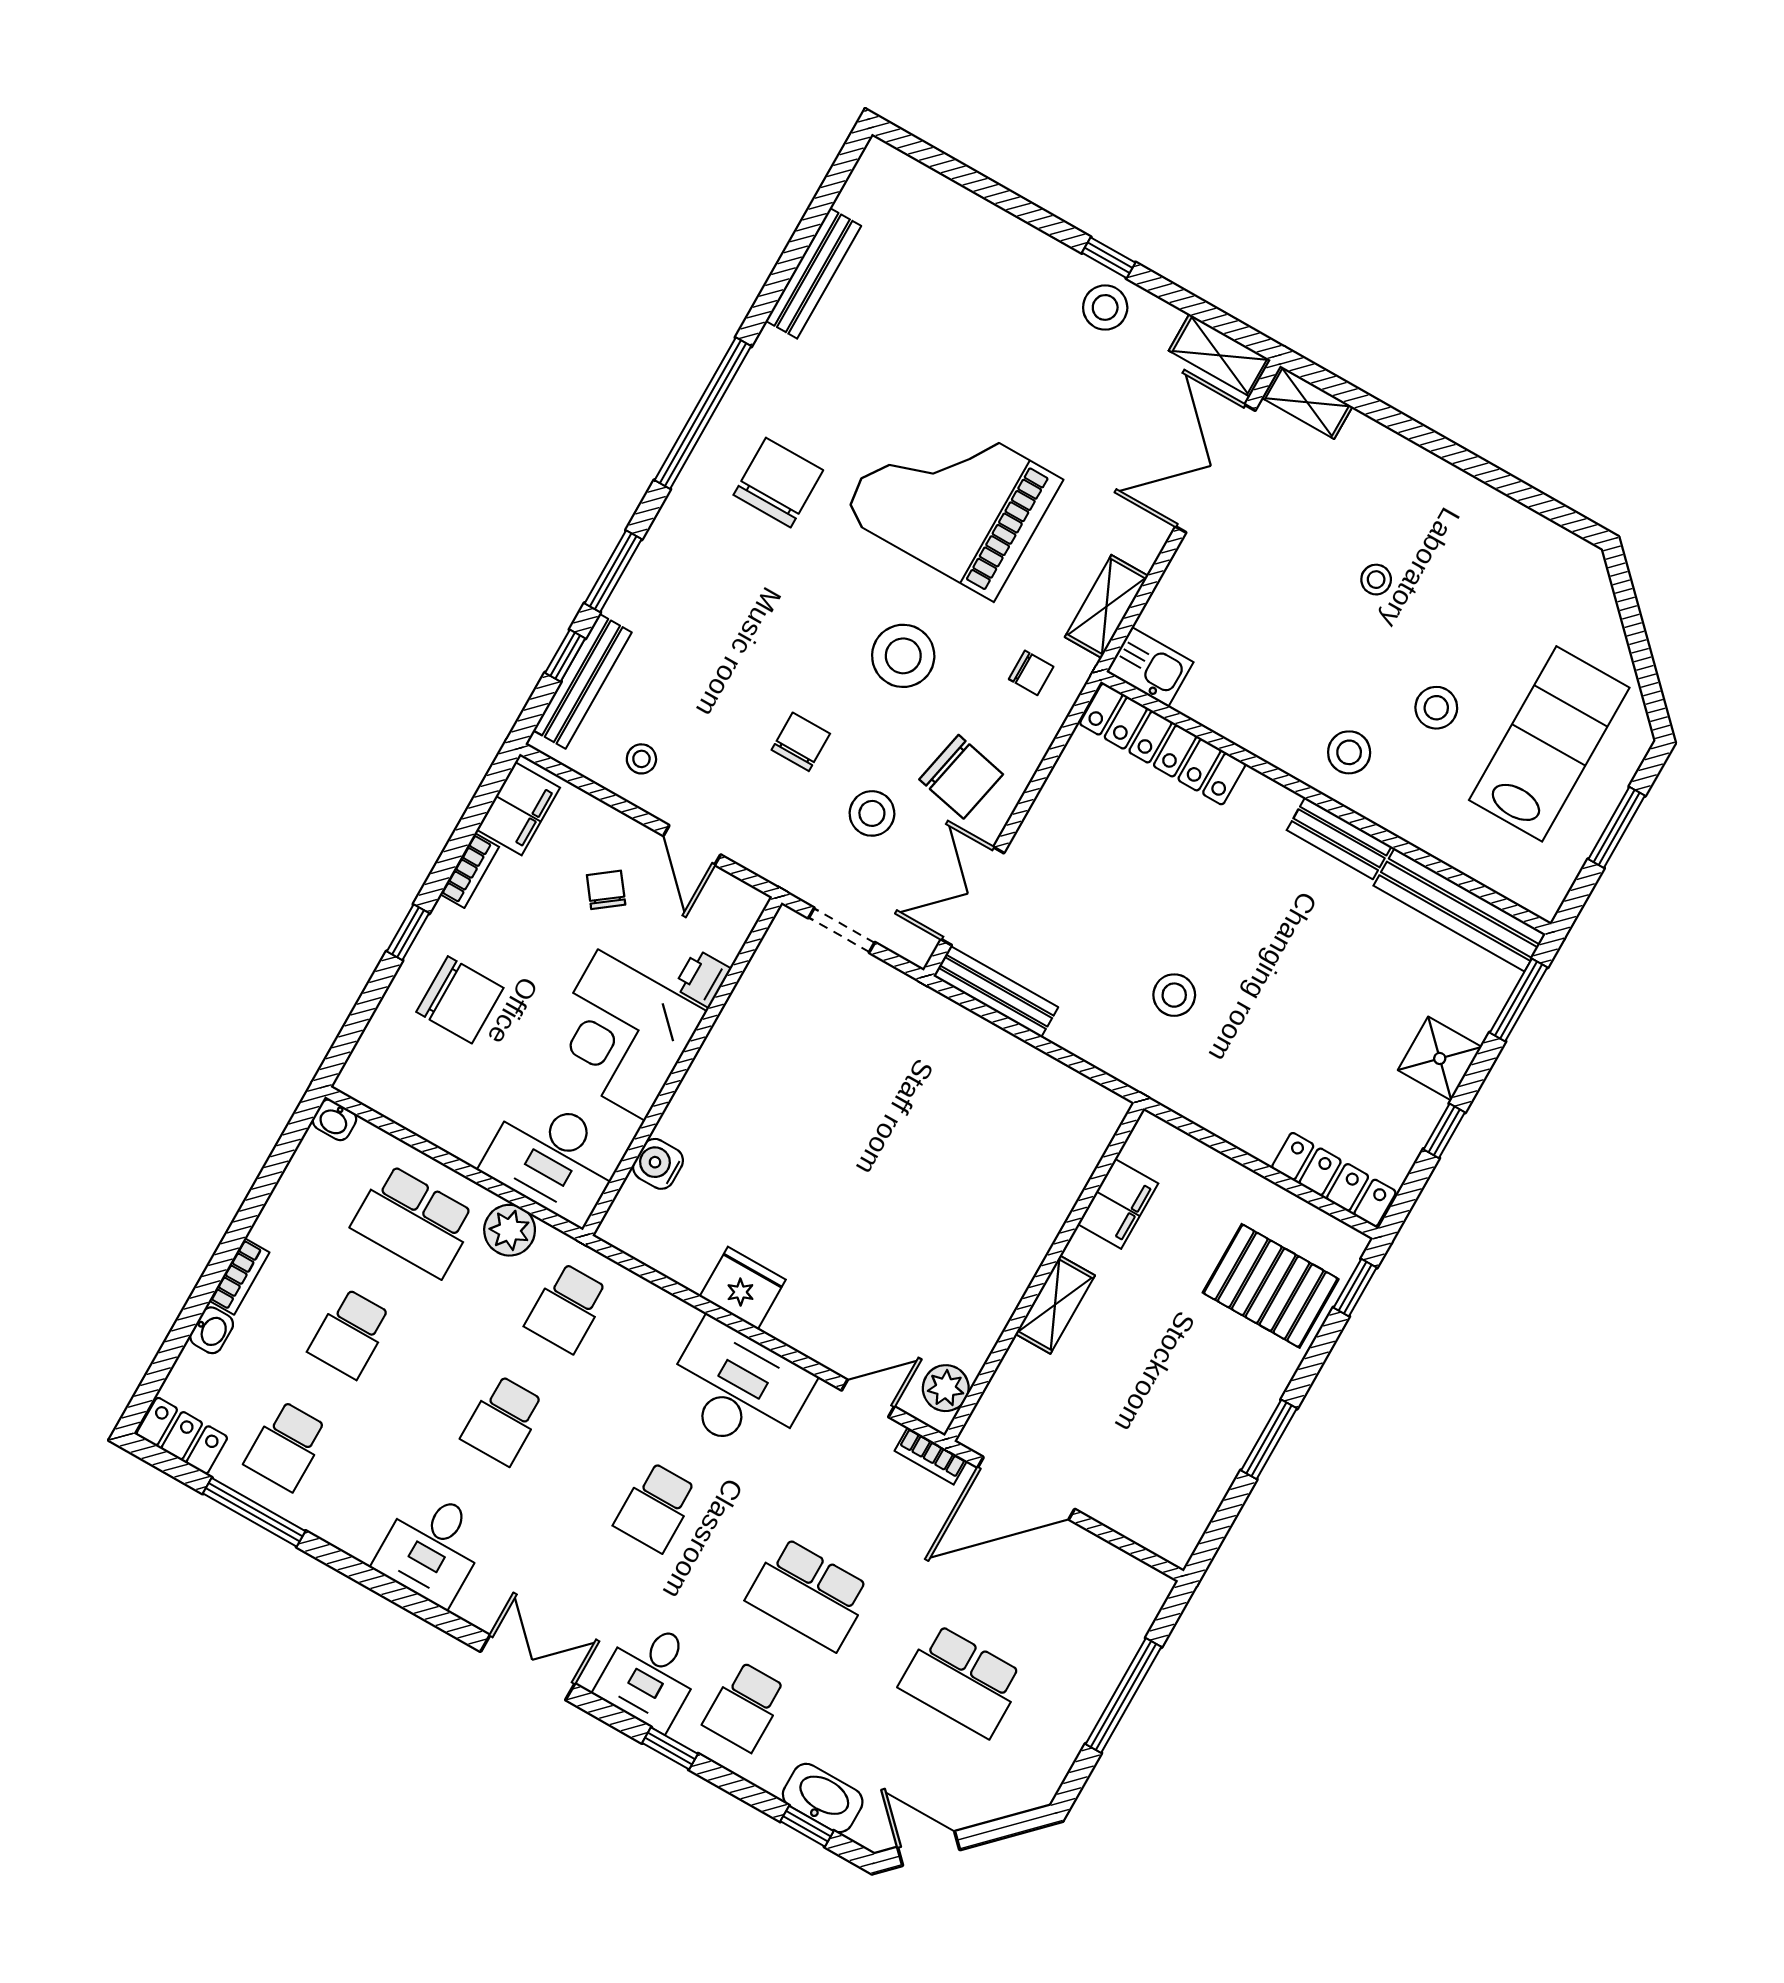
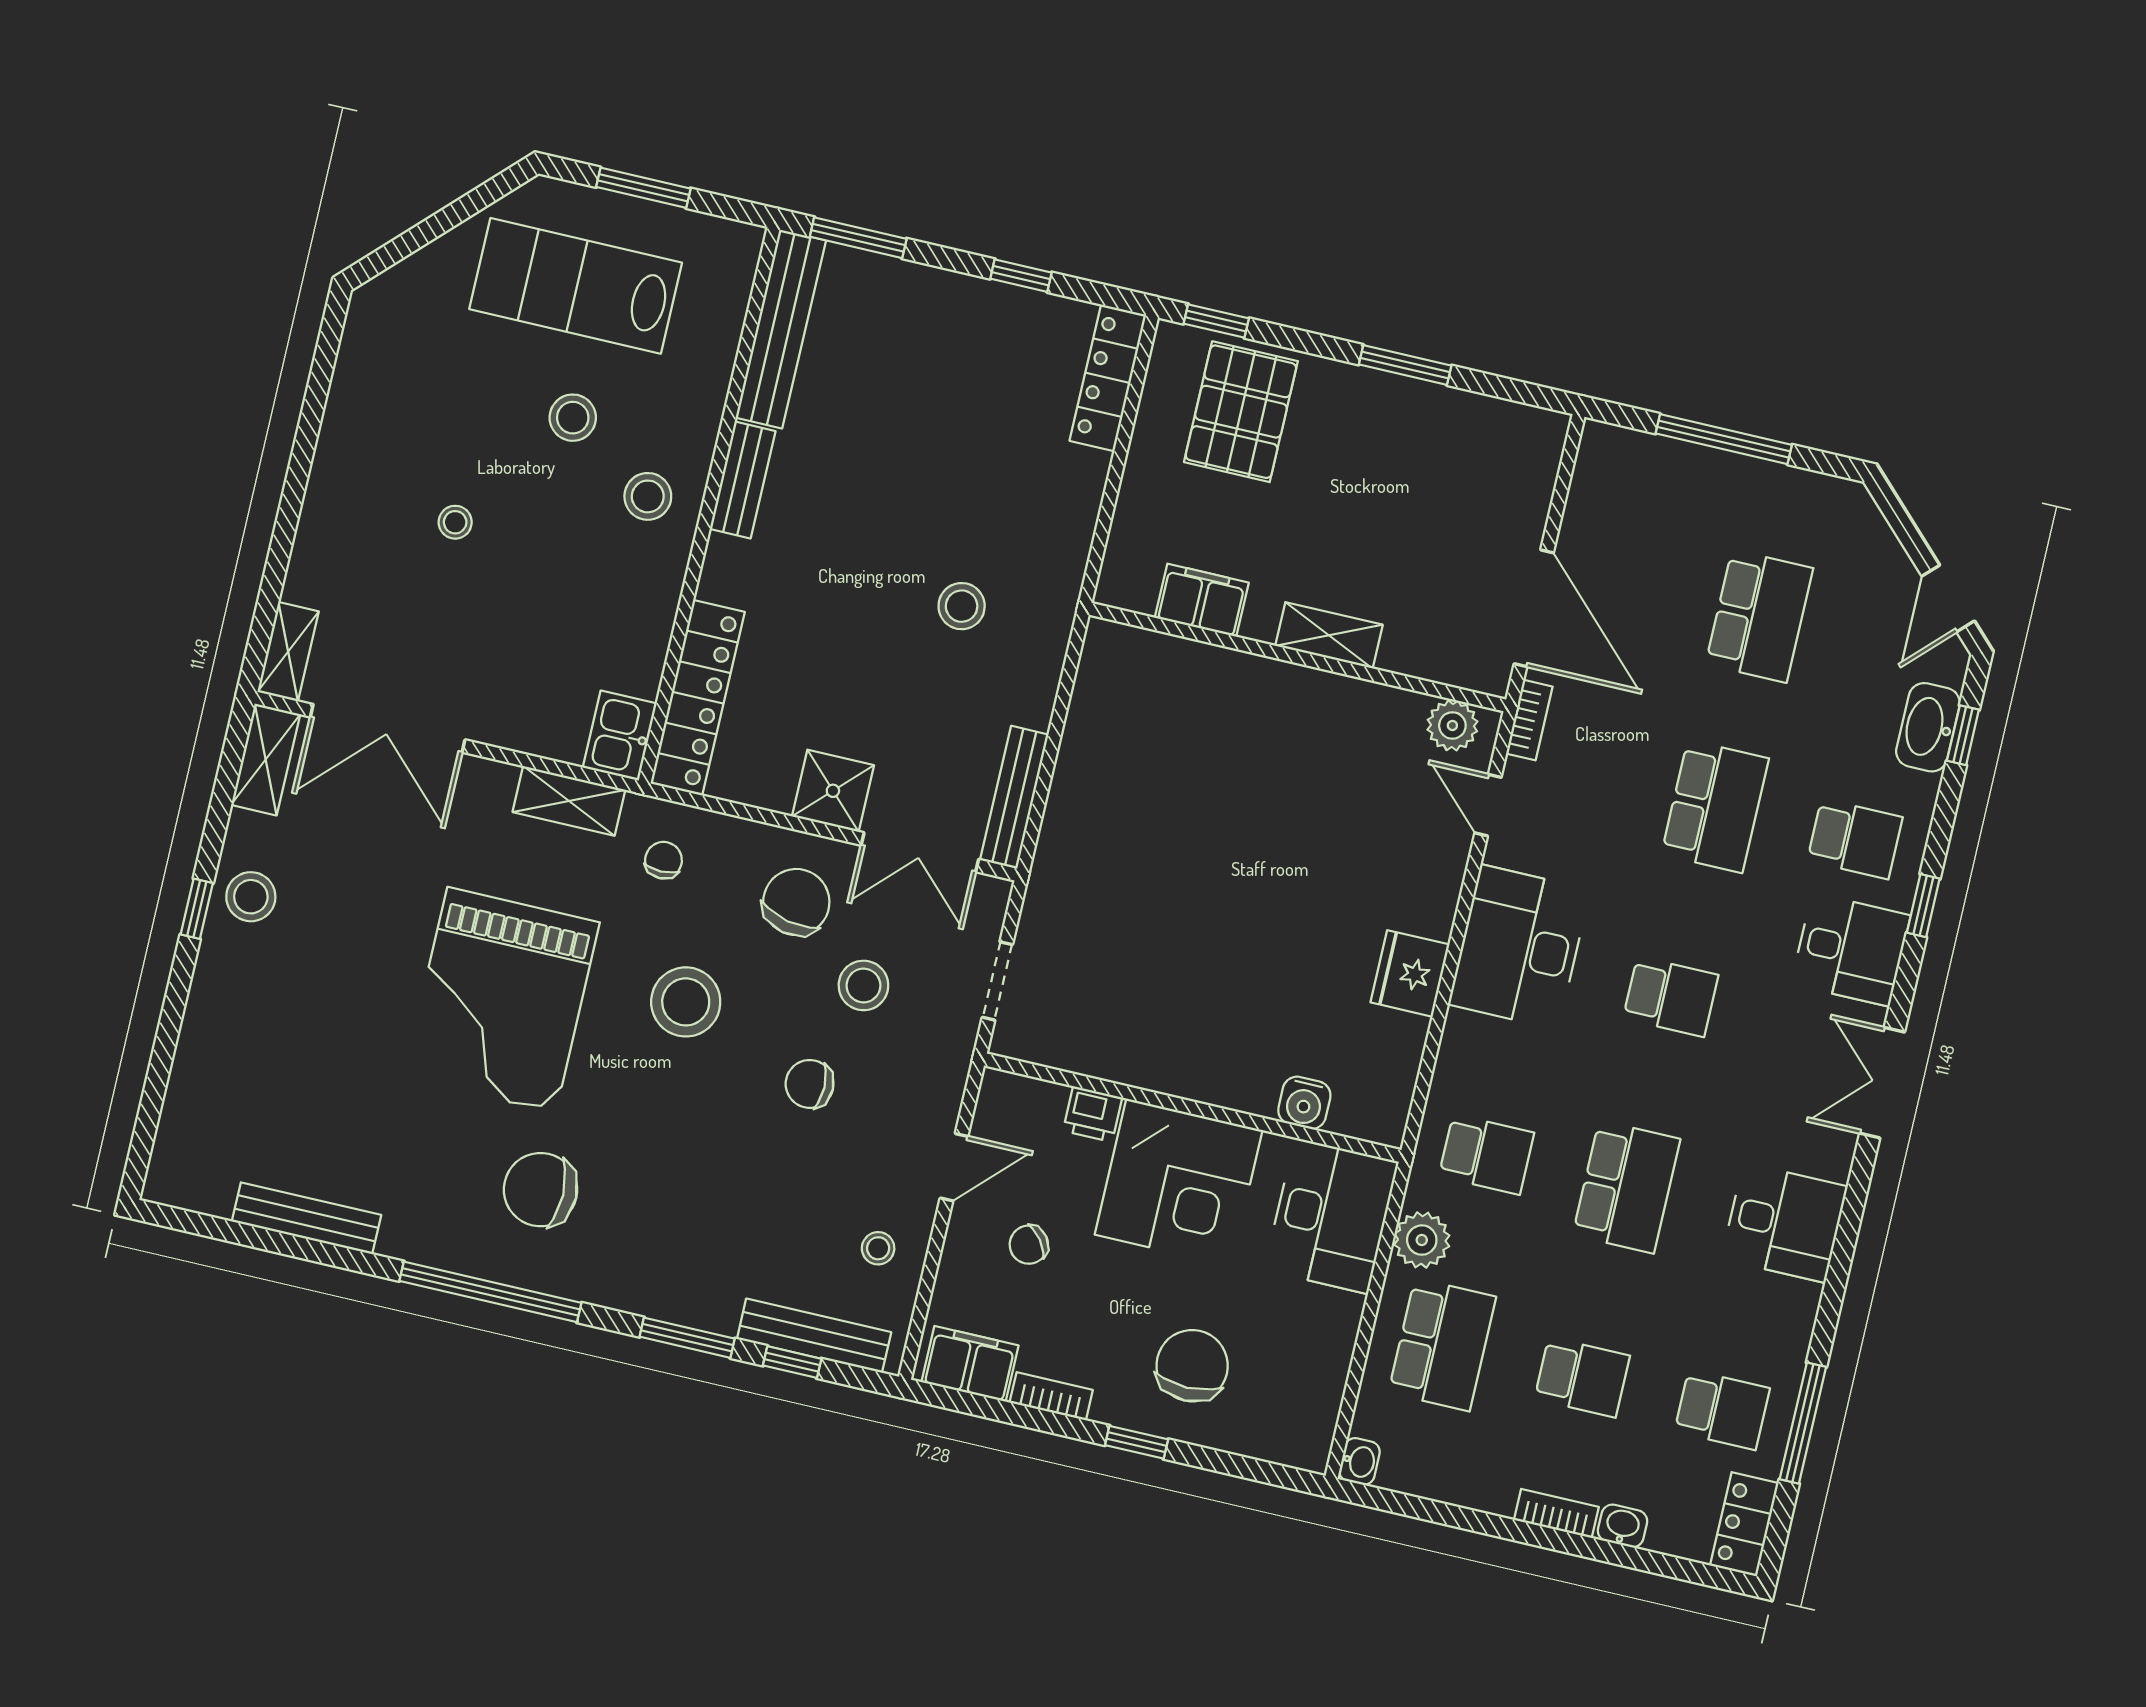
shower: (1440, 1058) -> (833, 791), moved
school desk: (503, 1420) -> (1626, 1187), width x1.85

